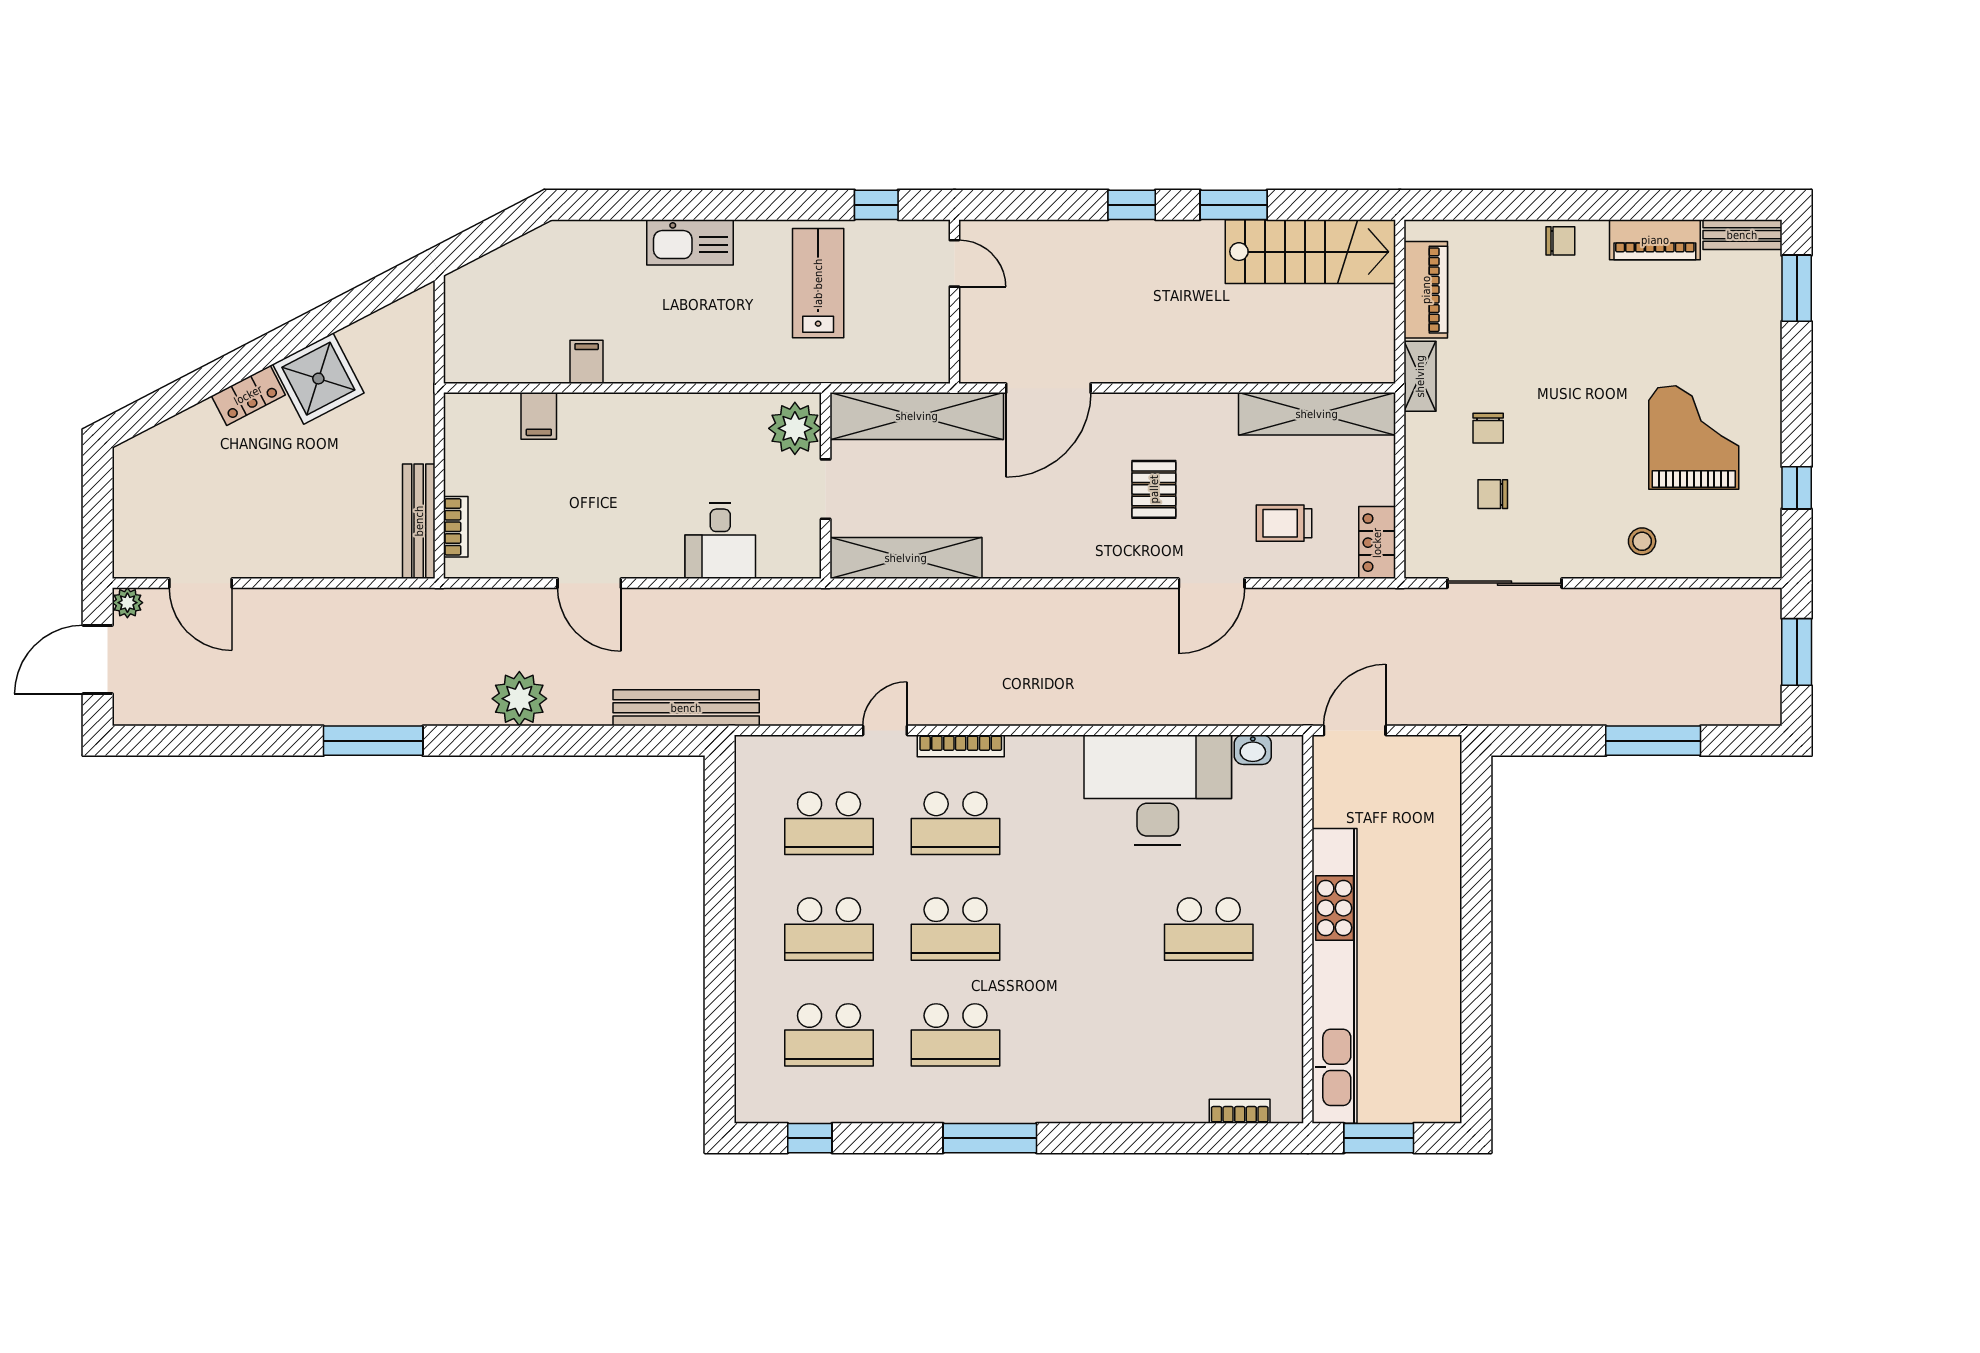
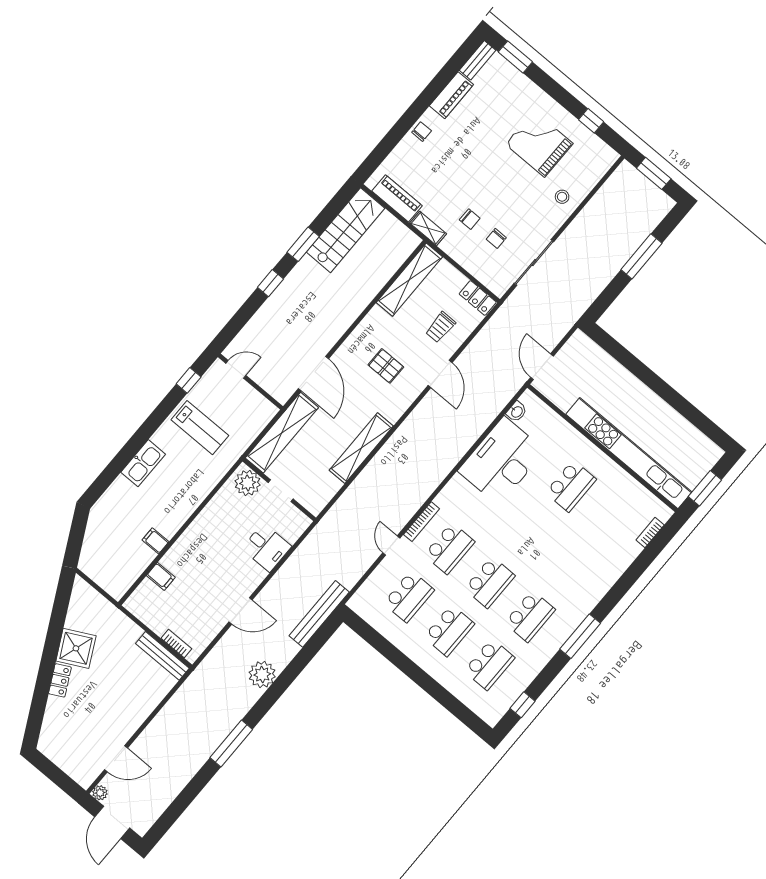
lab bench: (818, 283) -> (200, 428), turned 180
shelving: (906, 558) -> (361, 448), moved

